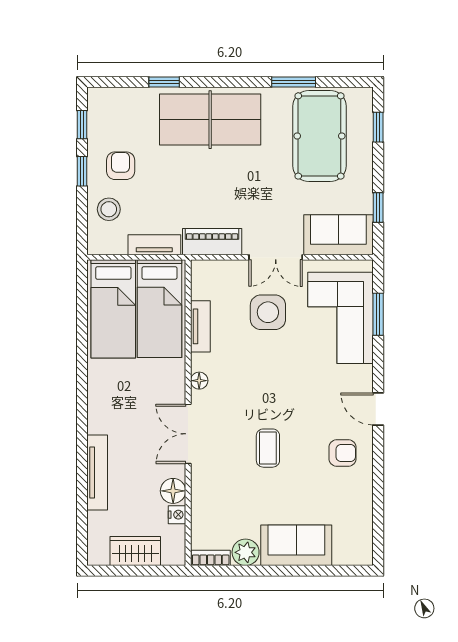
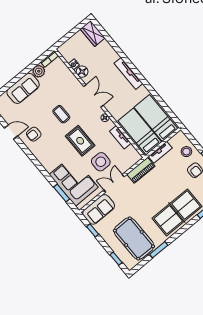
rug: (273, 377) -> (80, 141), added
door: (378, 409) -> (11, 132), moved
tv unit: (97, 473) -> (128, 73), moved
wardrobe: (135, 551) -> (93, 33), moved, turned 90

